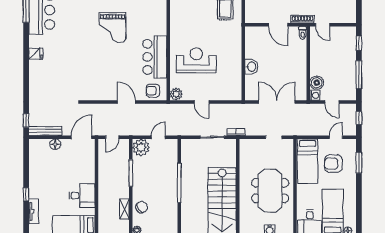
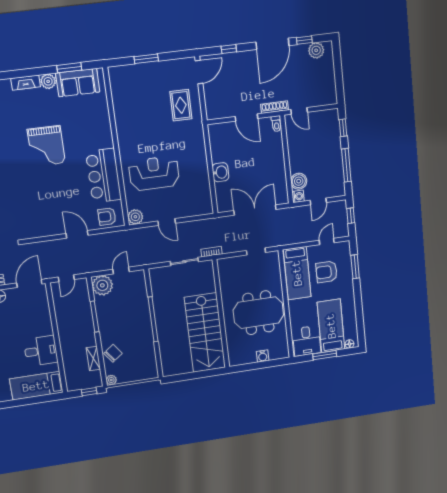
door: (332, 102) -> (318, 201), hinge flipped
meeting table: (270, 191) -> (258, 313), turned 90

